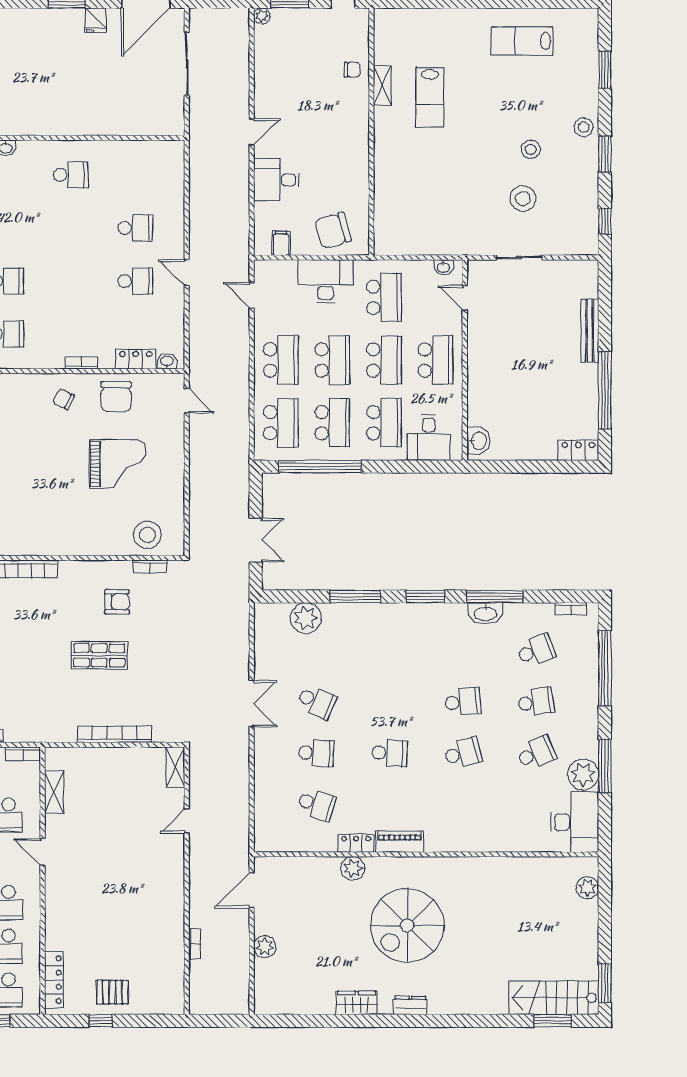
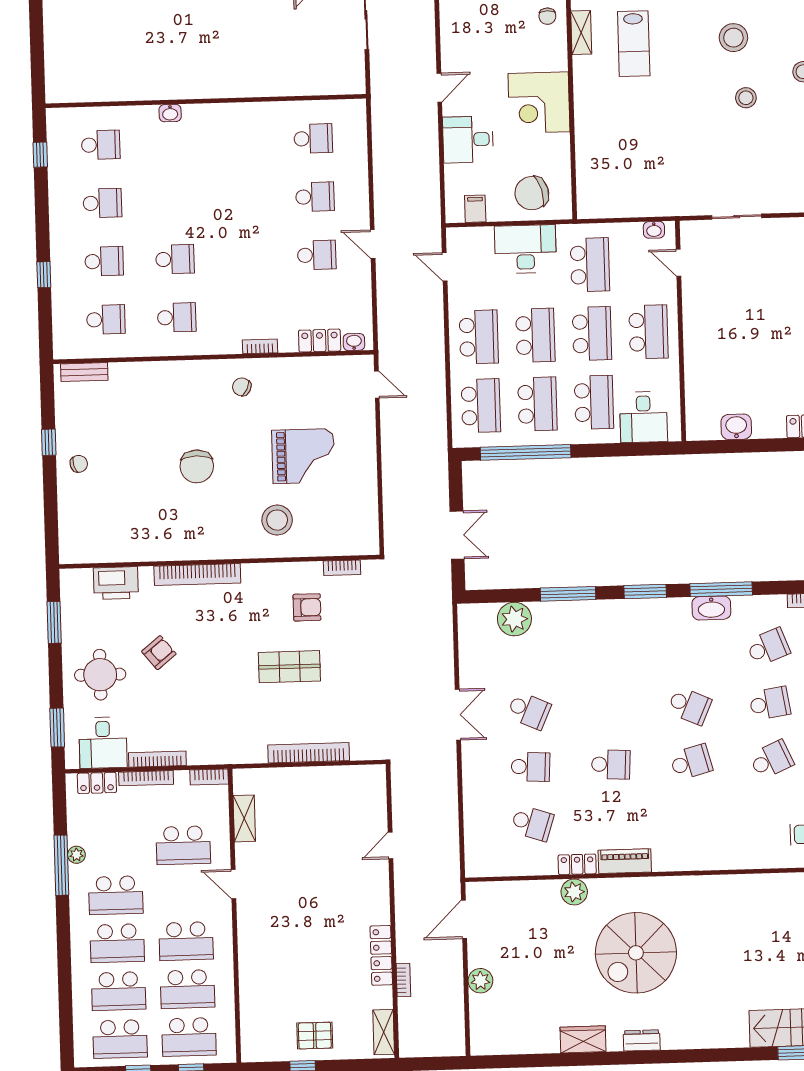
chair: (352, 70) -> (547, 16), turned 90
corner desk: (342, 148) -> (539, 103), added
school desk: (71, 175) -> (313, 139), moved
stool: (523, 198) -> (733, 38), moved
chair: (116, 397) -> (197, 466), moved
washbasin: (478, 441) -> (736, 427), moved, turned -90
stool: (147, 535) -> (277, 520), moved
school desk: (463, 702) -> (689, 706), turned 30
shelving: (175, 767) -> (384, 1032), moved
locker: (54, 980) -> (381, 955), moved, turned 180

